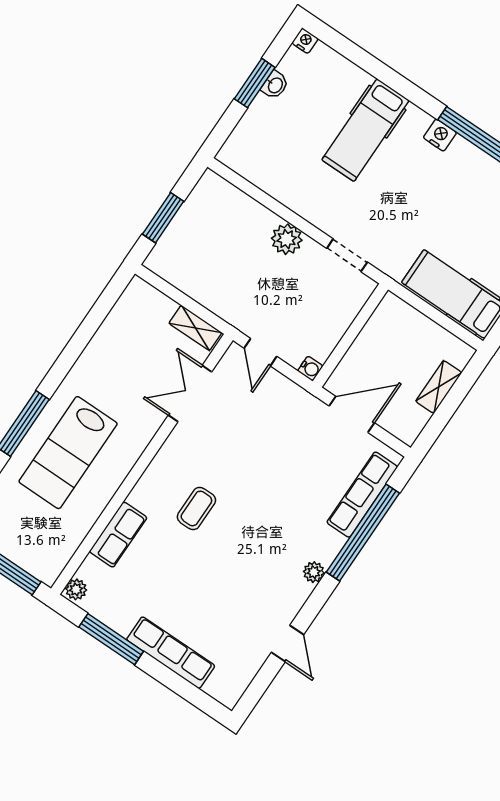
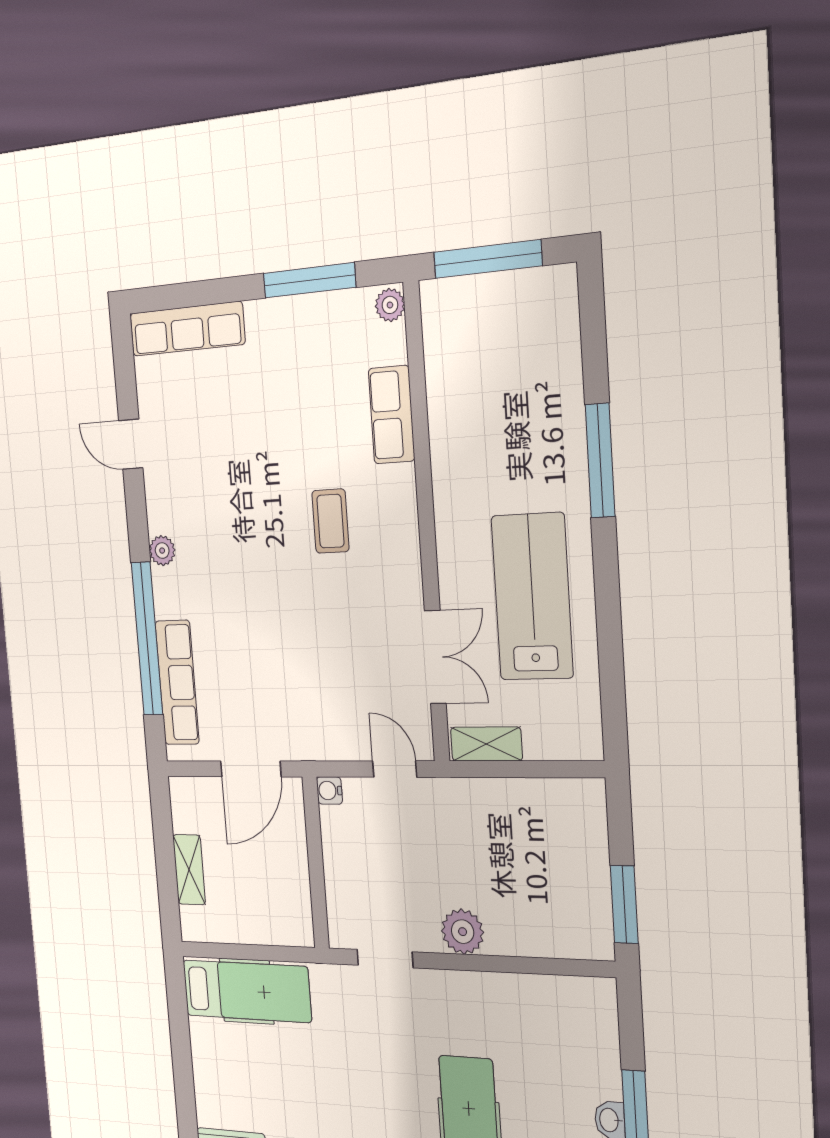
window: (163, 218) -> (624, 904), moved
lab bench: (68, 453) -> (532, 597), moved
row of seats: (171, 653) -> (187, 329), moved

